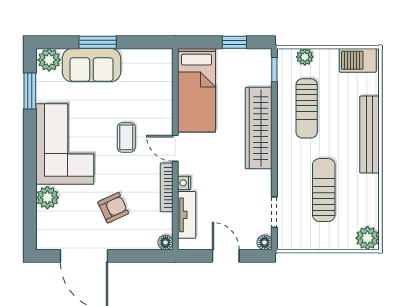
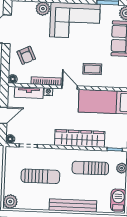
coffee table: (126, 137) -> (92, 69), moved
door: (175, 148) -> (70, 87), hinge flipped
armchair: (113, 208) -> (26, 55), moved

